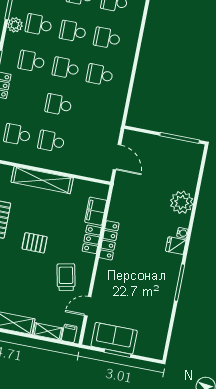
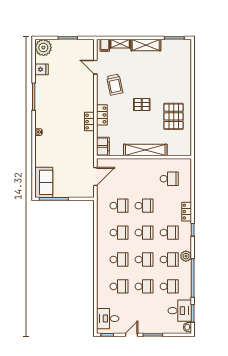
school desk: (51, 141) -> (119, 206), moved
door: (117, 157) -> (95, 177), swing flipped
plant: (182, 202) -> (43, 48), moved
filing cabinet: (96, 211) -> (103, 146), moved
locker: (109, 240) -> (89, 122), width x0.66
fridge: (176, 246) -> (42, 69), moved
door: (88, 306) -> (95, 67), swing flipped
sofa: (114, 338) -> (44, 182), moved, turned -90

